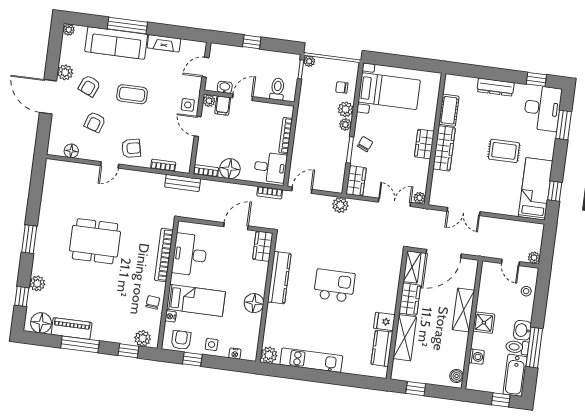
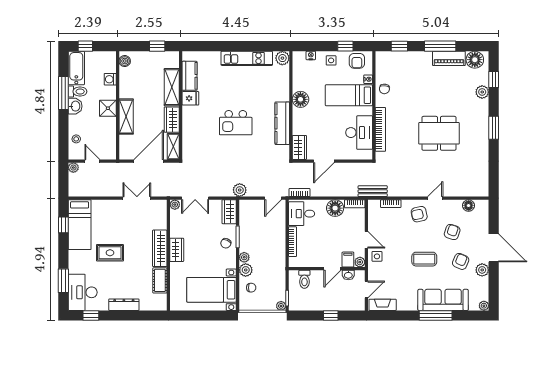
fireplace: (164, 43) -> (383, 305), moved
plant: (143, 338) -> (389, 58), removed

